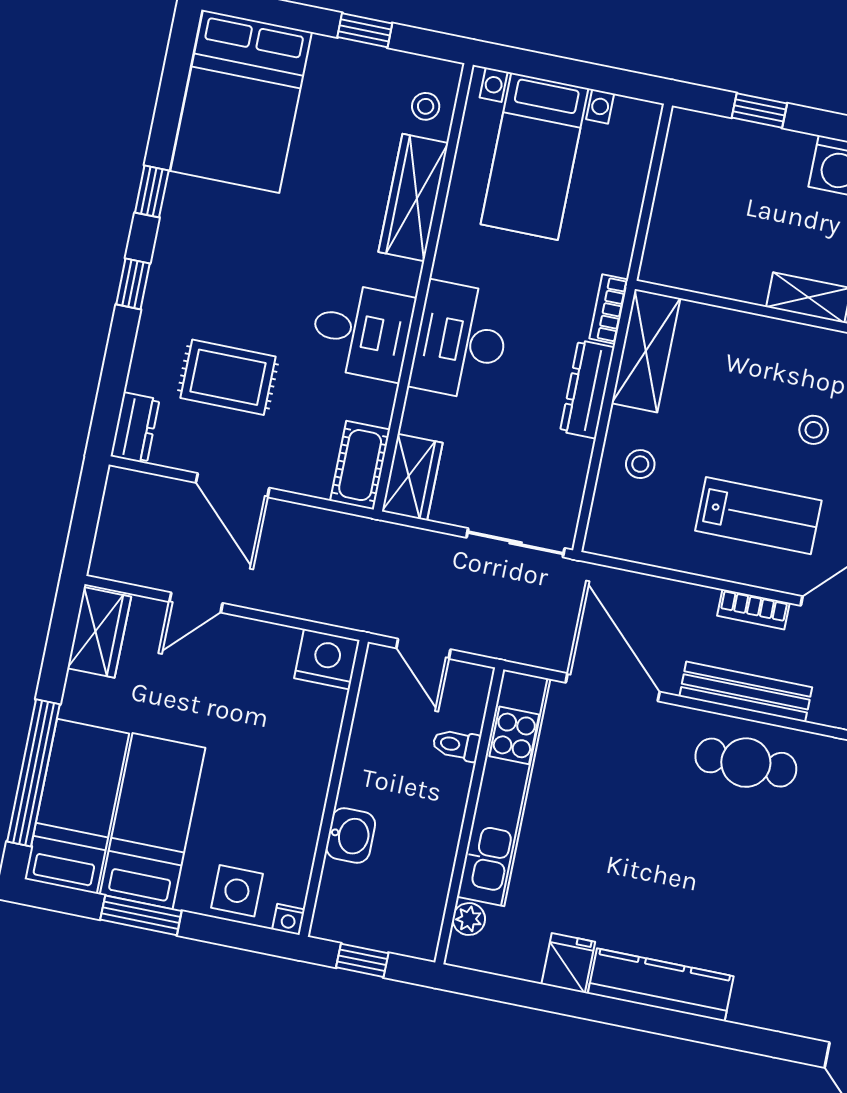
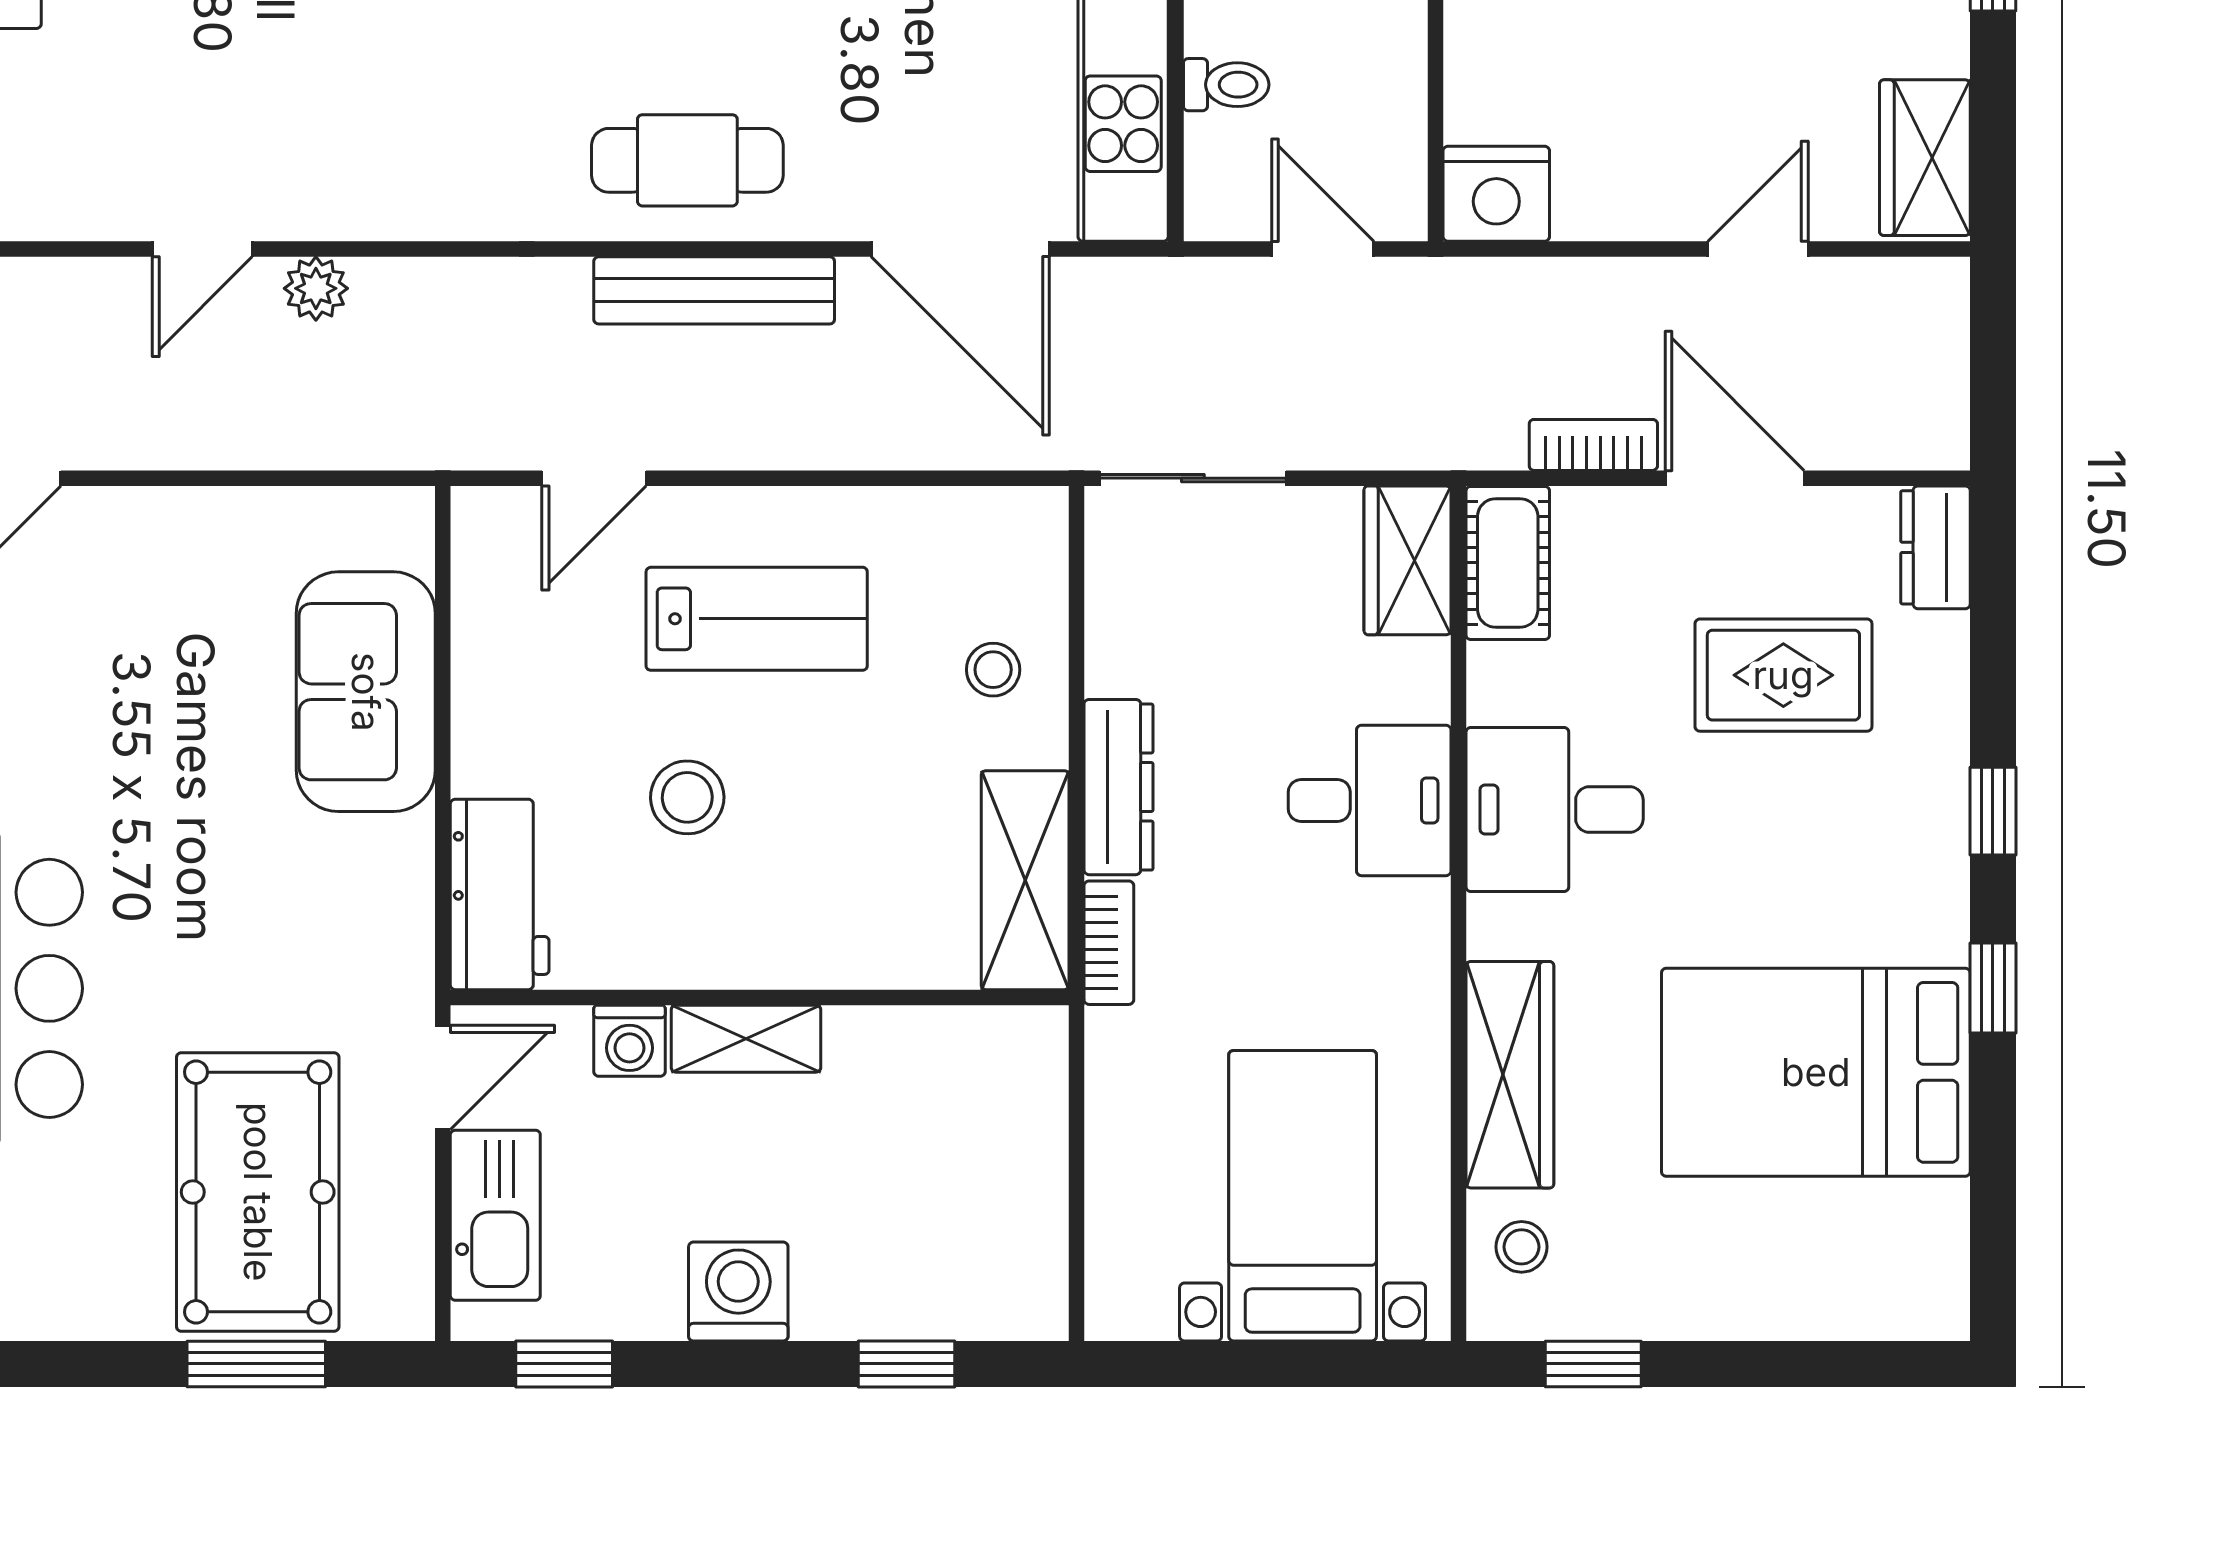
window: (365, 30) -> (1593, 1364), moved
bed: (241, 102) -> (1816, 1072), moved, turned -90
desk: (460, 341) -> (1370, 800), width x0.73
stool: (814, 430) -> (687, 797), width x1.37, depth x1.37
lab bench: (758, 516) -> (757, 619), turned 180
bookcase: (753, 609) -> (1593, 445), moved

